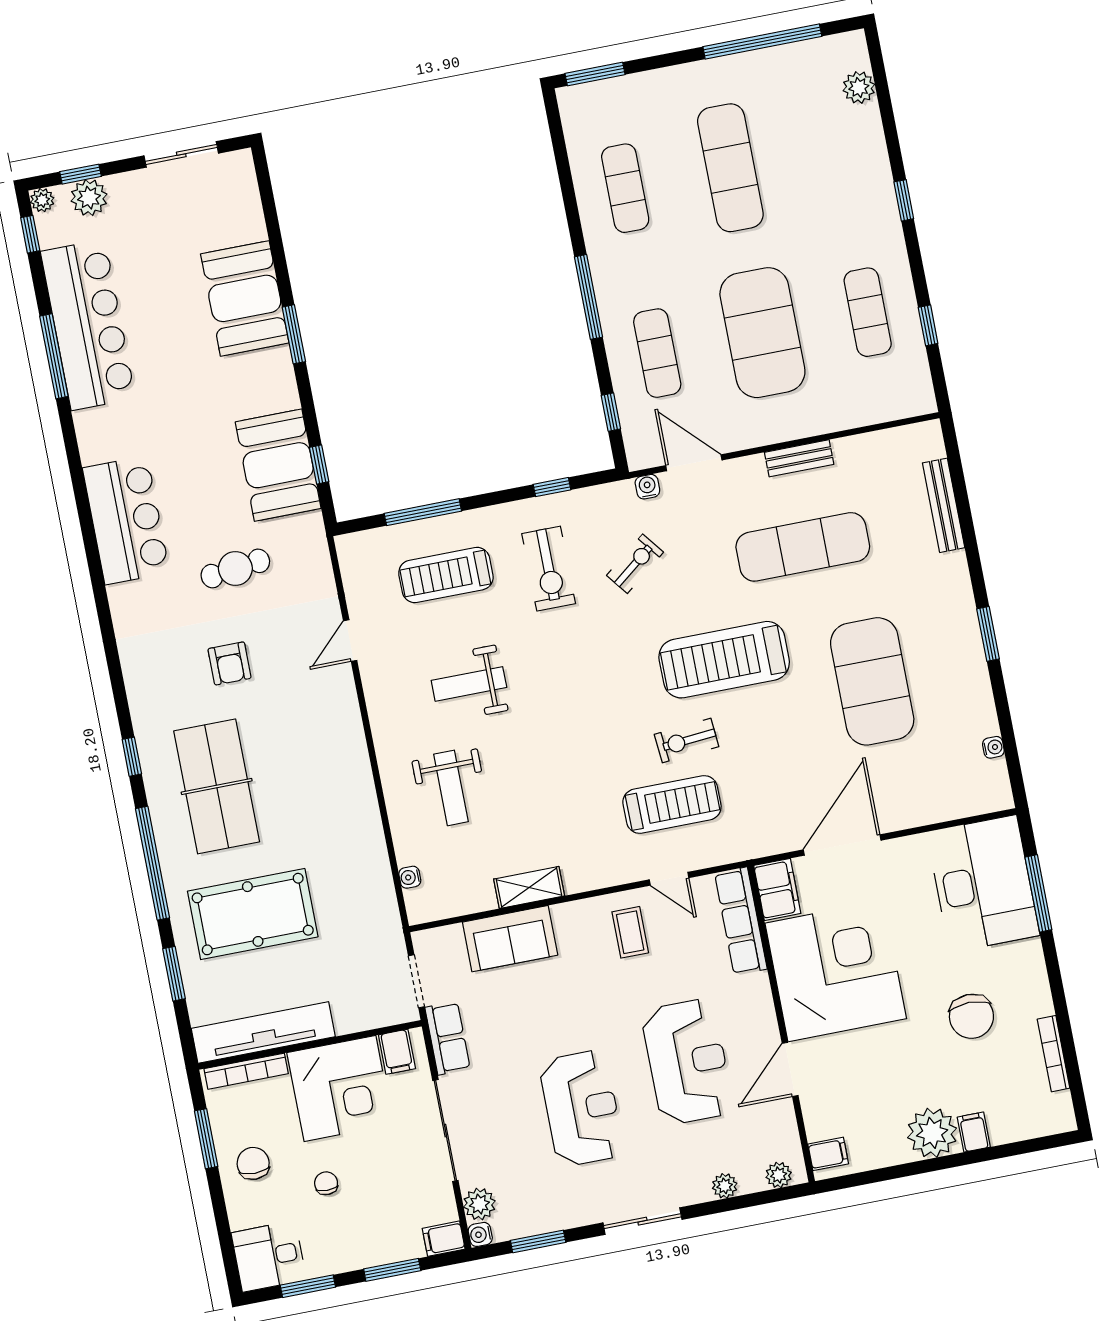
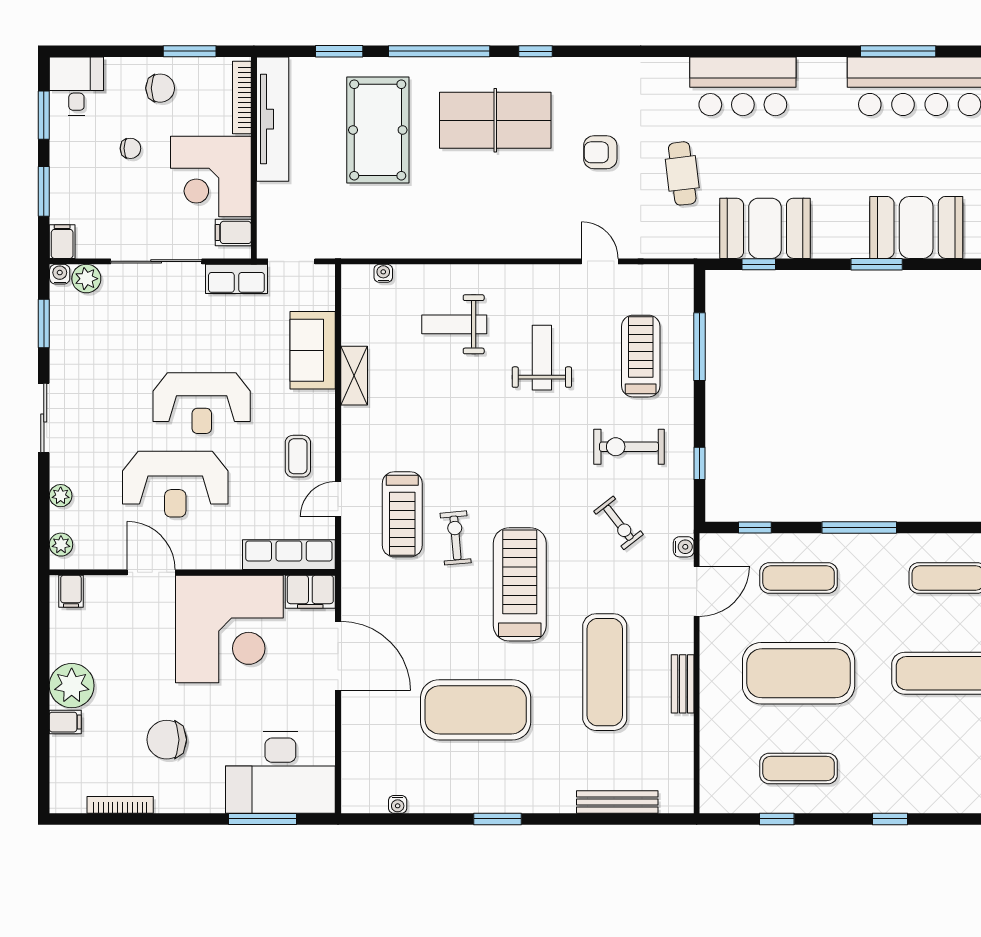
coffee table: (630, 932) -> (298, 456), turned 90
reception desk: (582, 1108) -> (202, 403), moved

